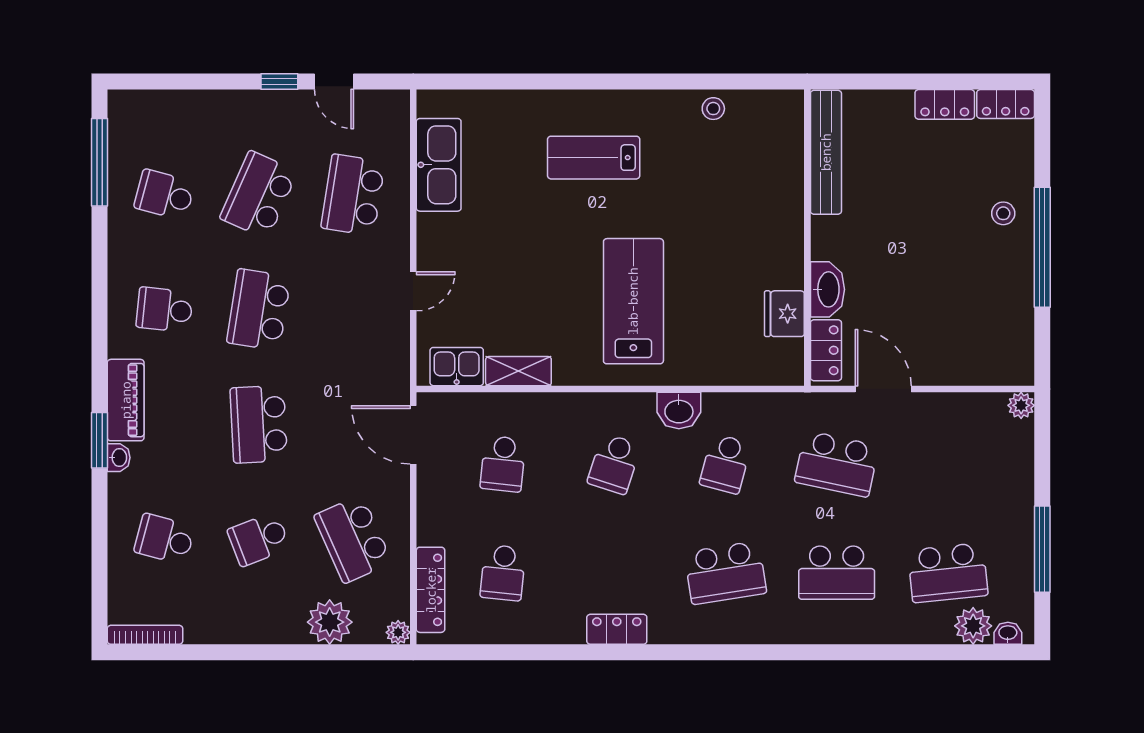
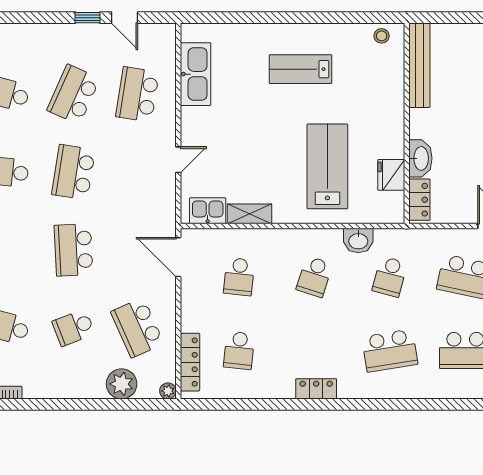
bench: (826, 152) -> (419, 66), moved
wall: (807, 238) -> (407, 123), moved
washbasin: (827, 289) -> (420, 158), moved
fridge: (784, 314) -> (391, 175), moved
locker: (826, 350) -> (419, 200), moved

